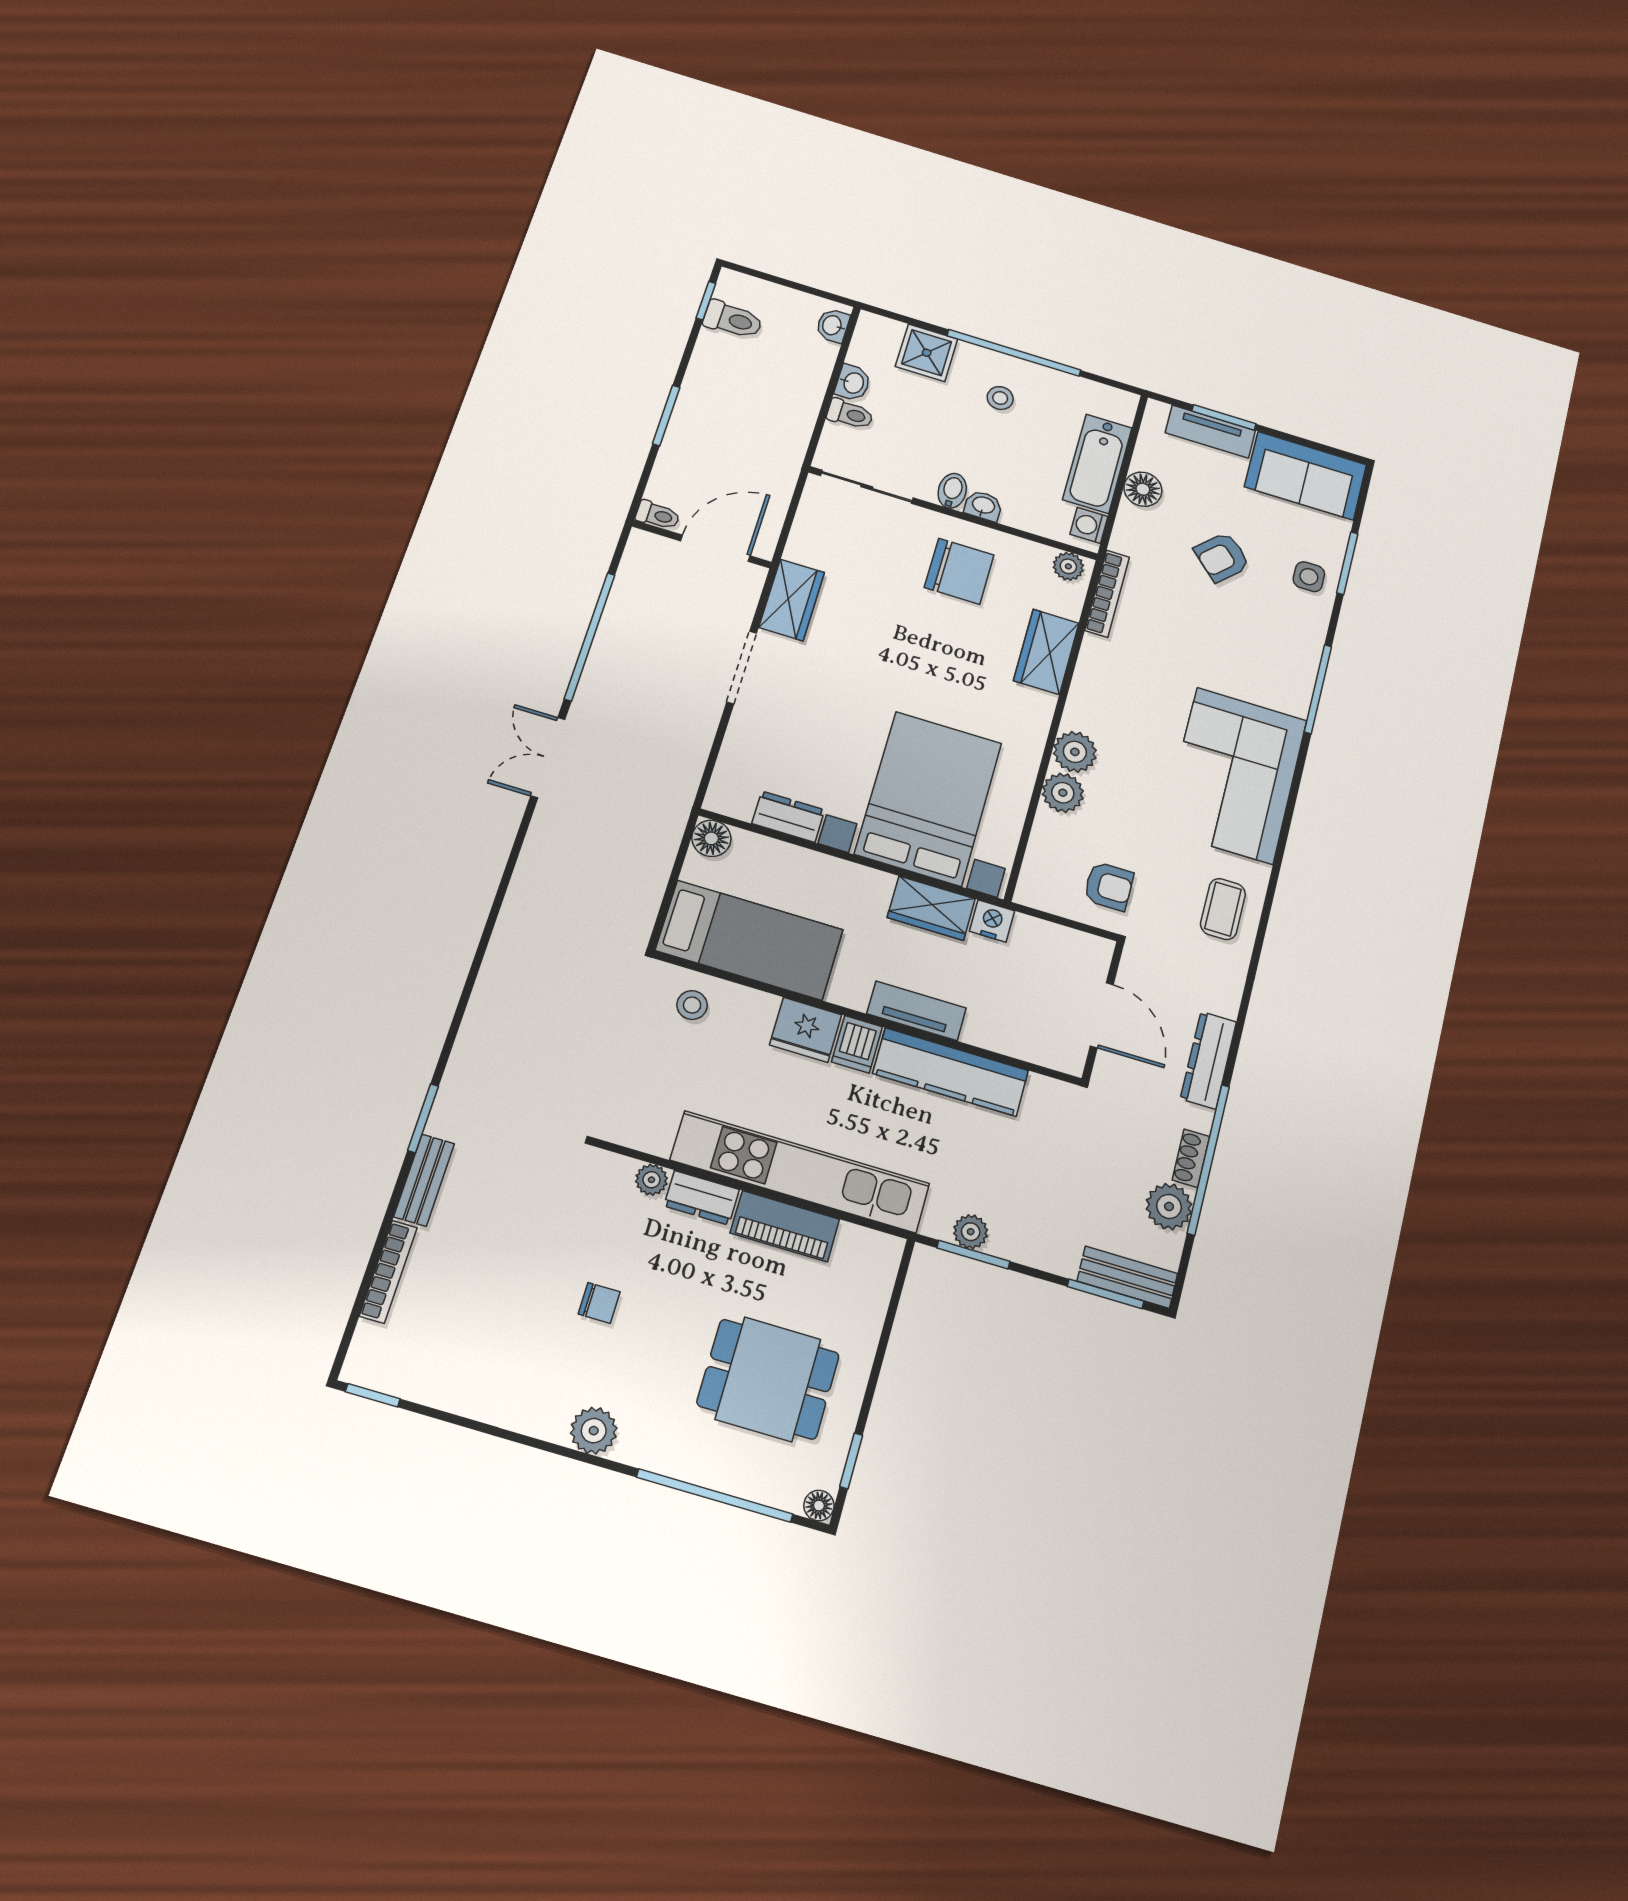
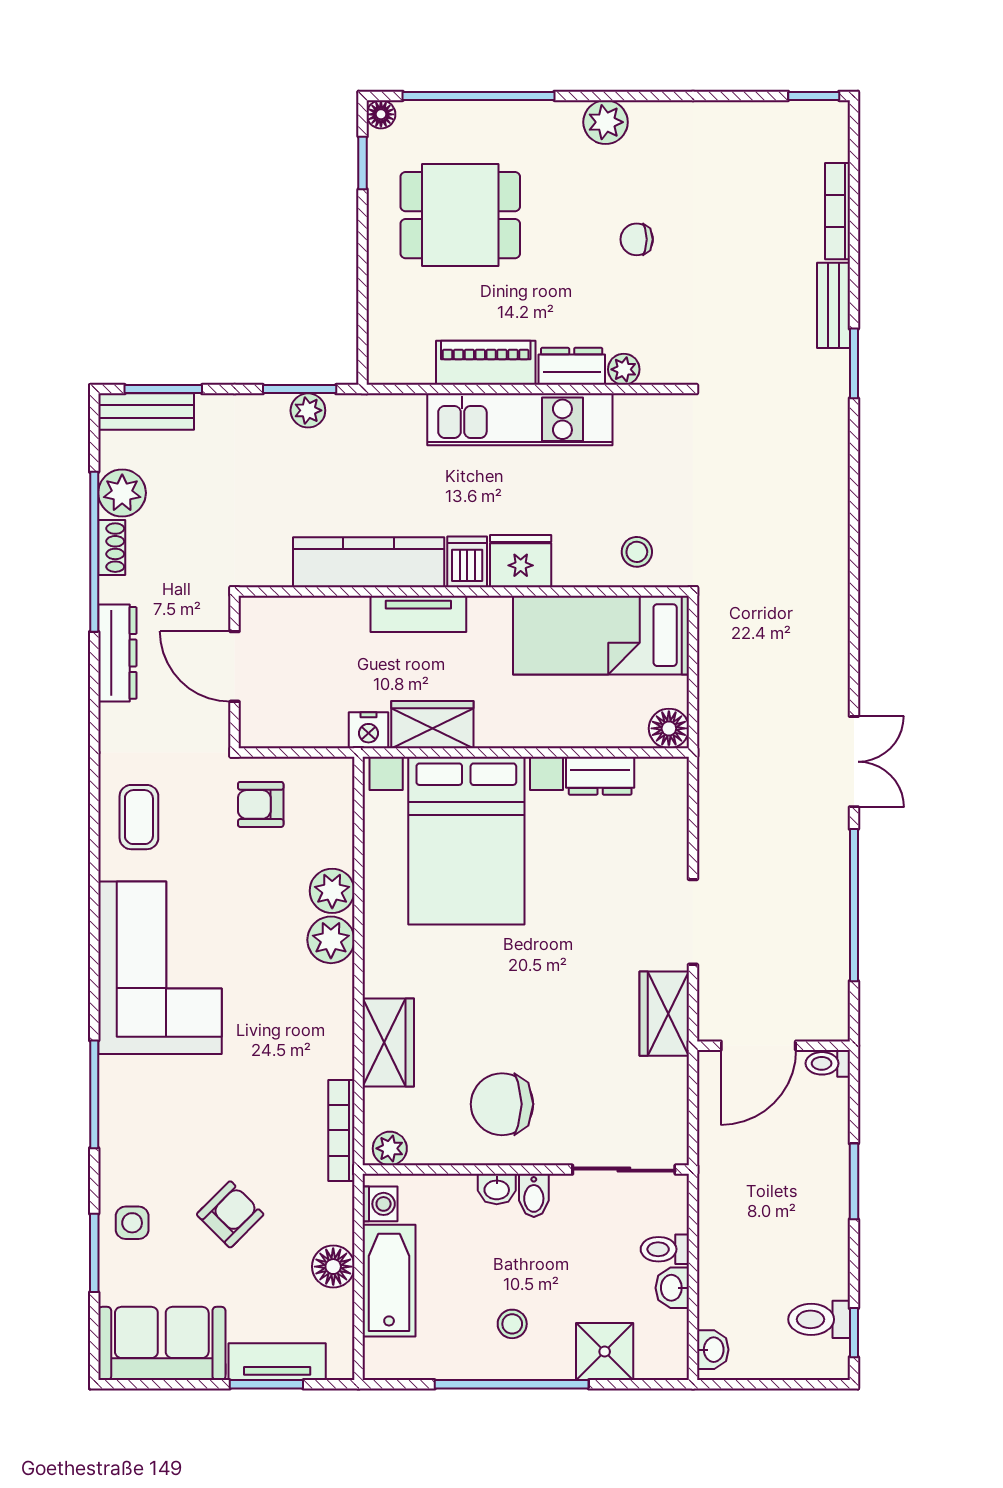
kitchen unit: (800, 1172) -> (520, 419), width x0.73

